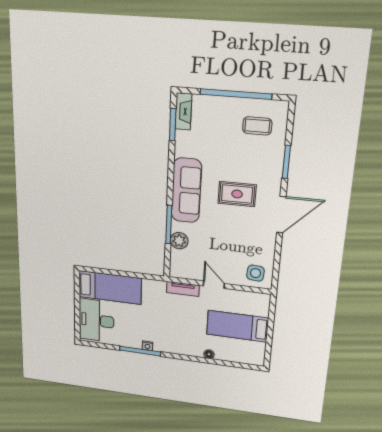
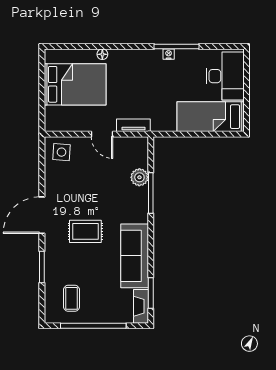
coffee table: (257, 126) -> (72, 298), turned 90
sofa: (186, 190) -> (135, 256), moved
bed: (237, 326) -> (75, 84), width x1.50

